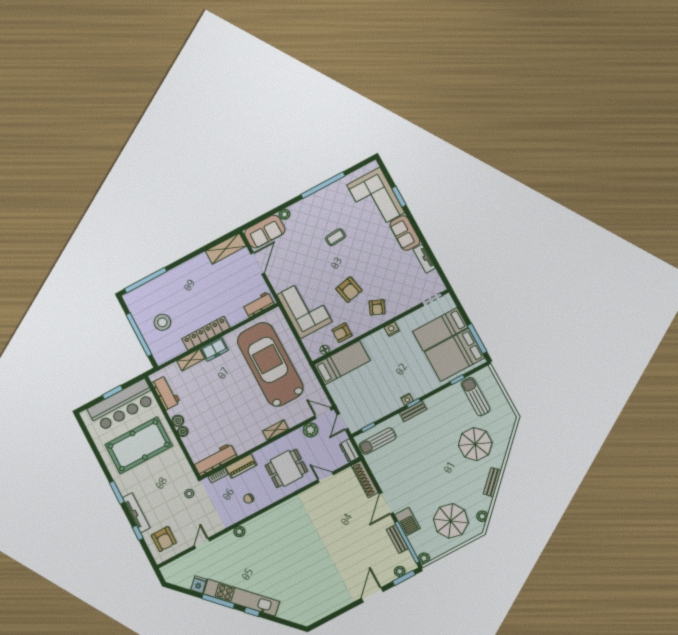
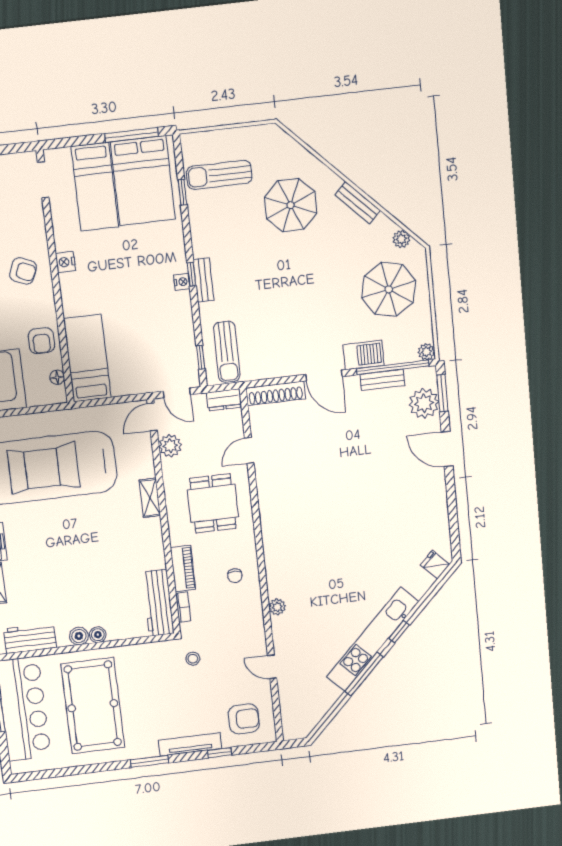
plant: (400, 571) -> (424, 403), width x1.88, depth x1.88
fridge: (199, 585) -> (435, 565), moved

